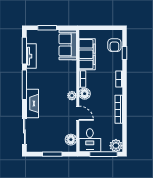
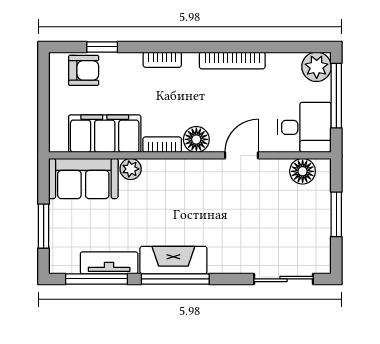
plant: (72, 96) -> (131, 169), moved
fireplace: (33, 103) -> (173, 260), moved

